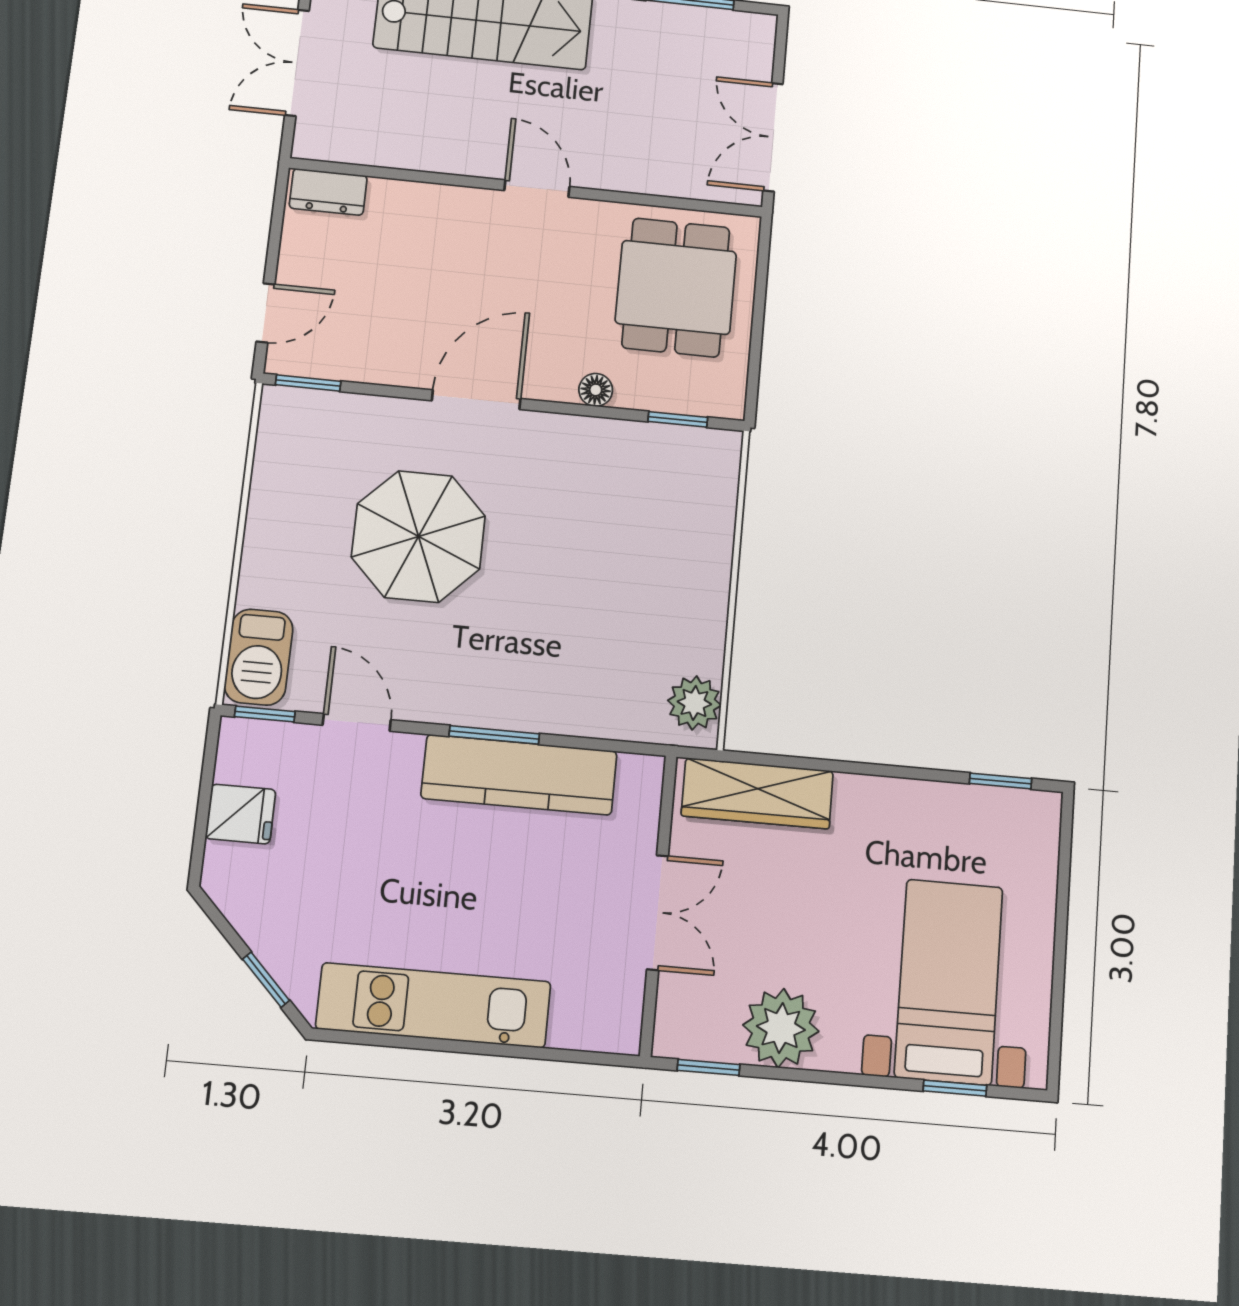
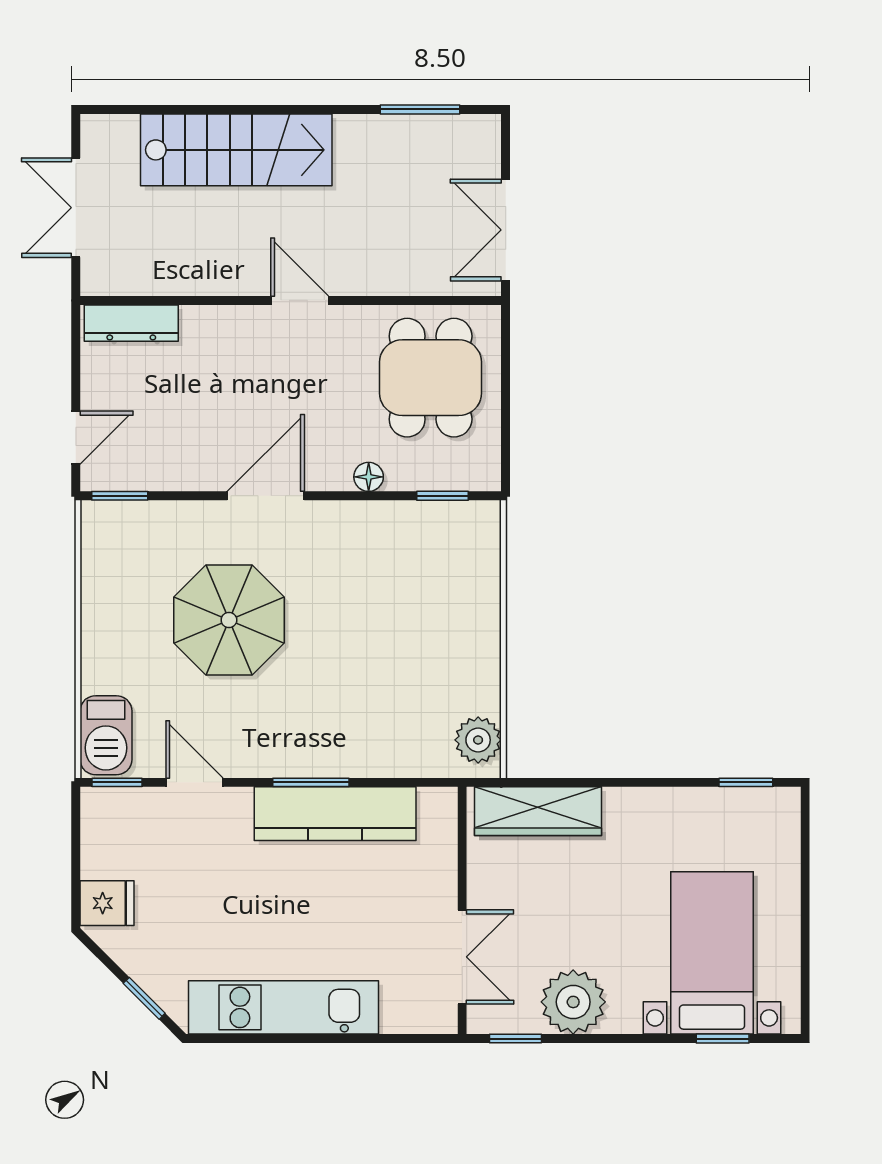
dresser: (328, 192) -> (131, 323), width x1.44
fridge: (241, 814) -> (107, 903), moved
double door: (658, 913) -> (462, 957), moved

